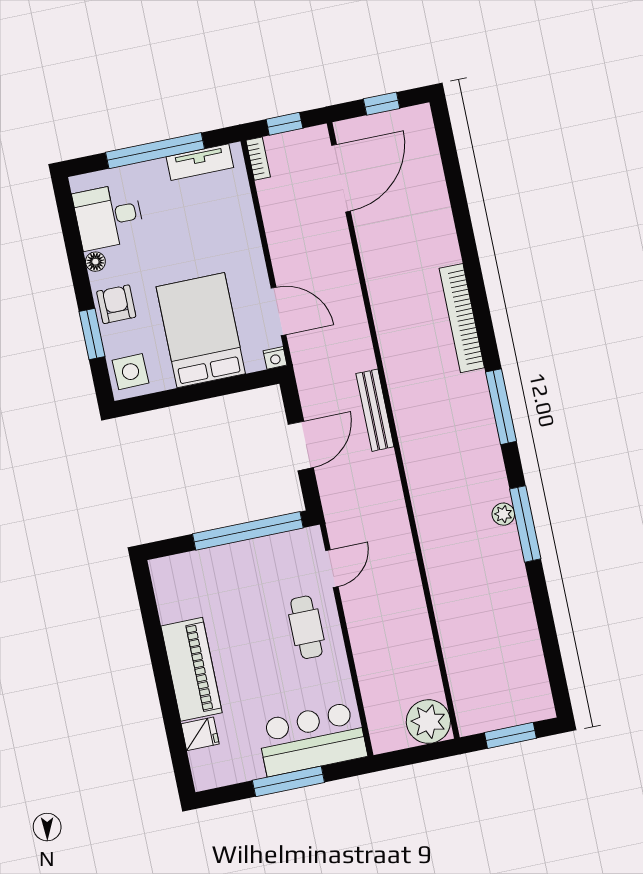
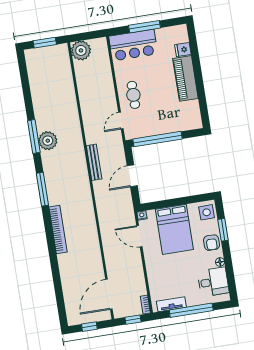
bench: (375, 410) -> (94, 162), moved
plant: (503, 514) -> (48, 141), width x1.87, depth x1.87

